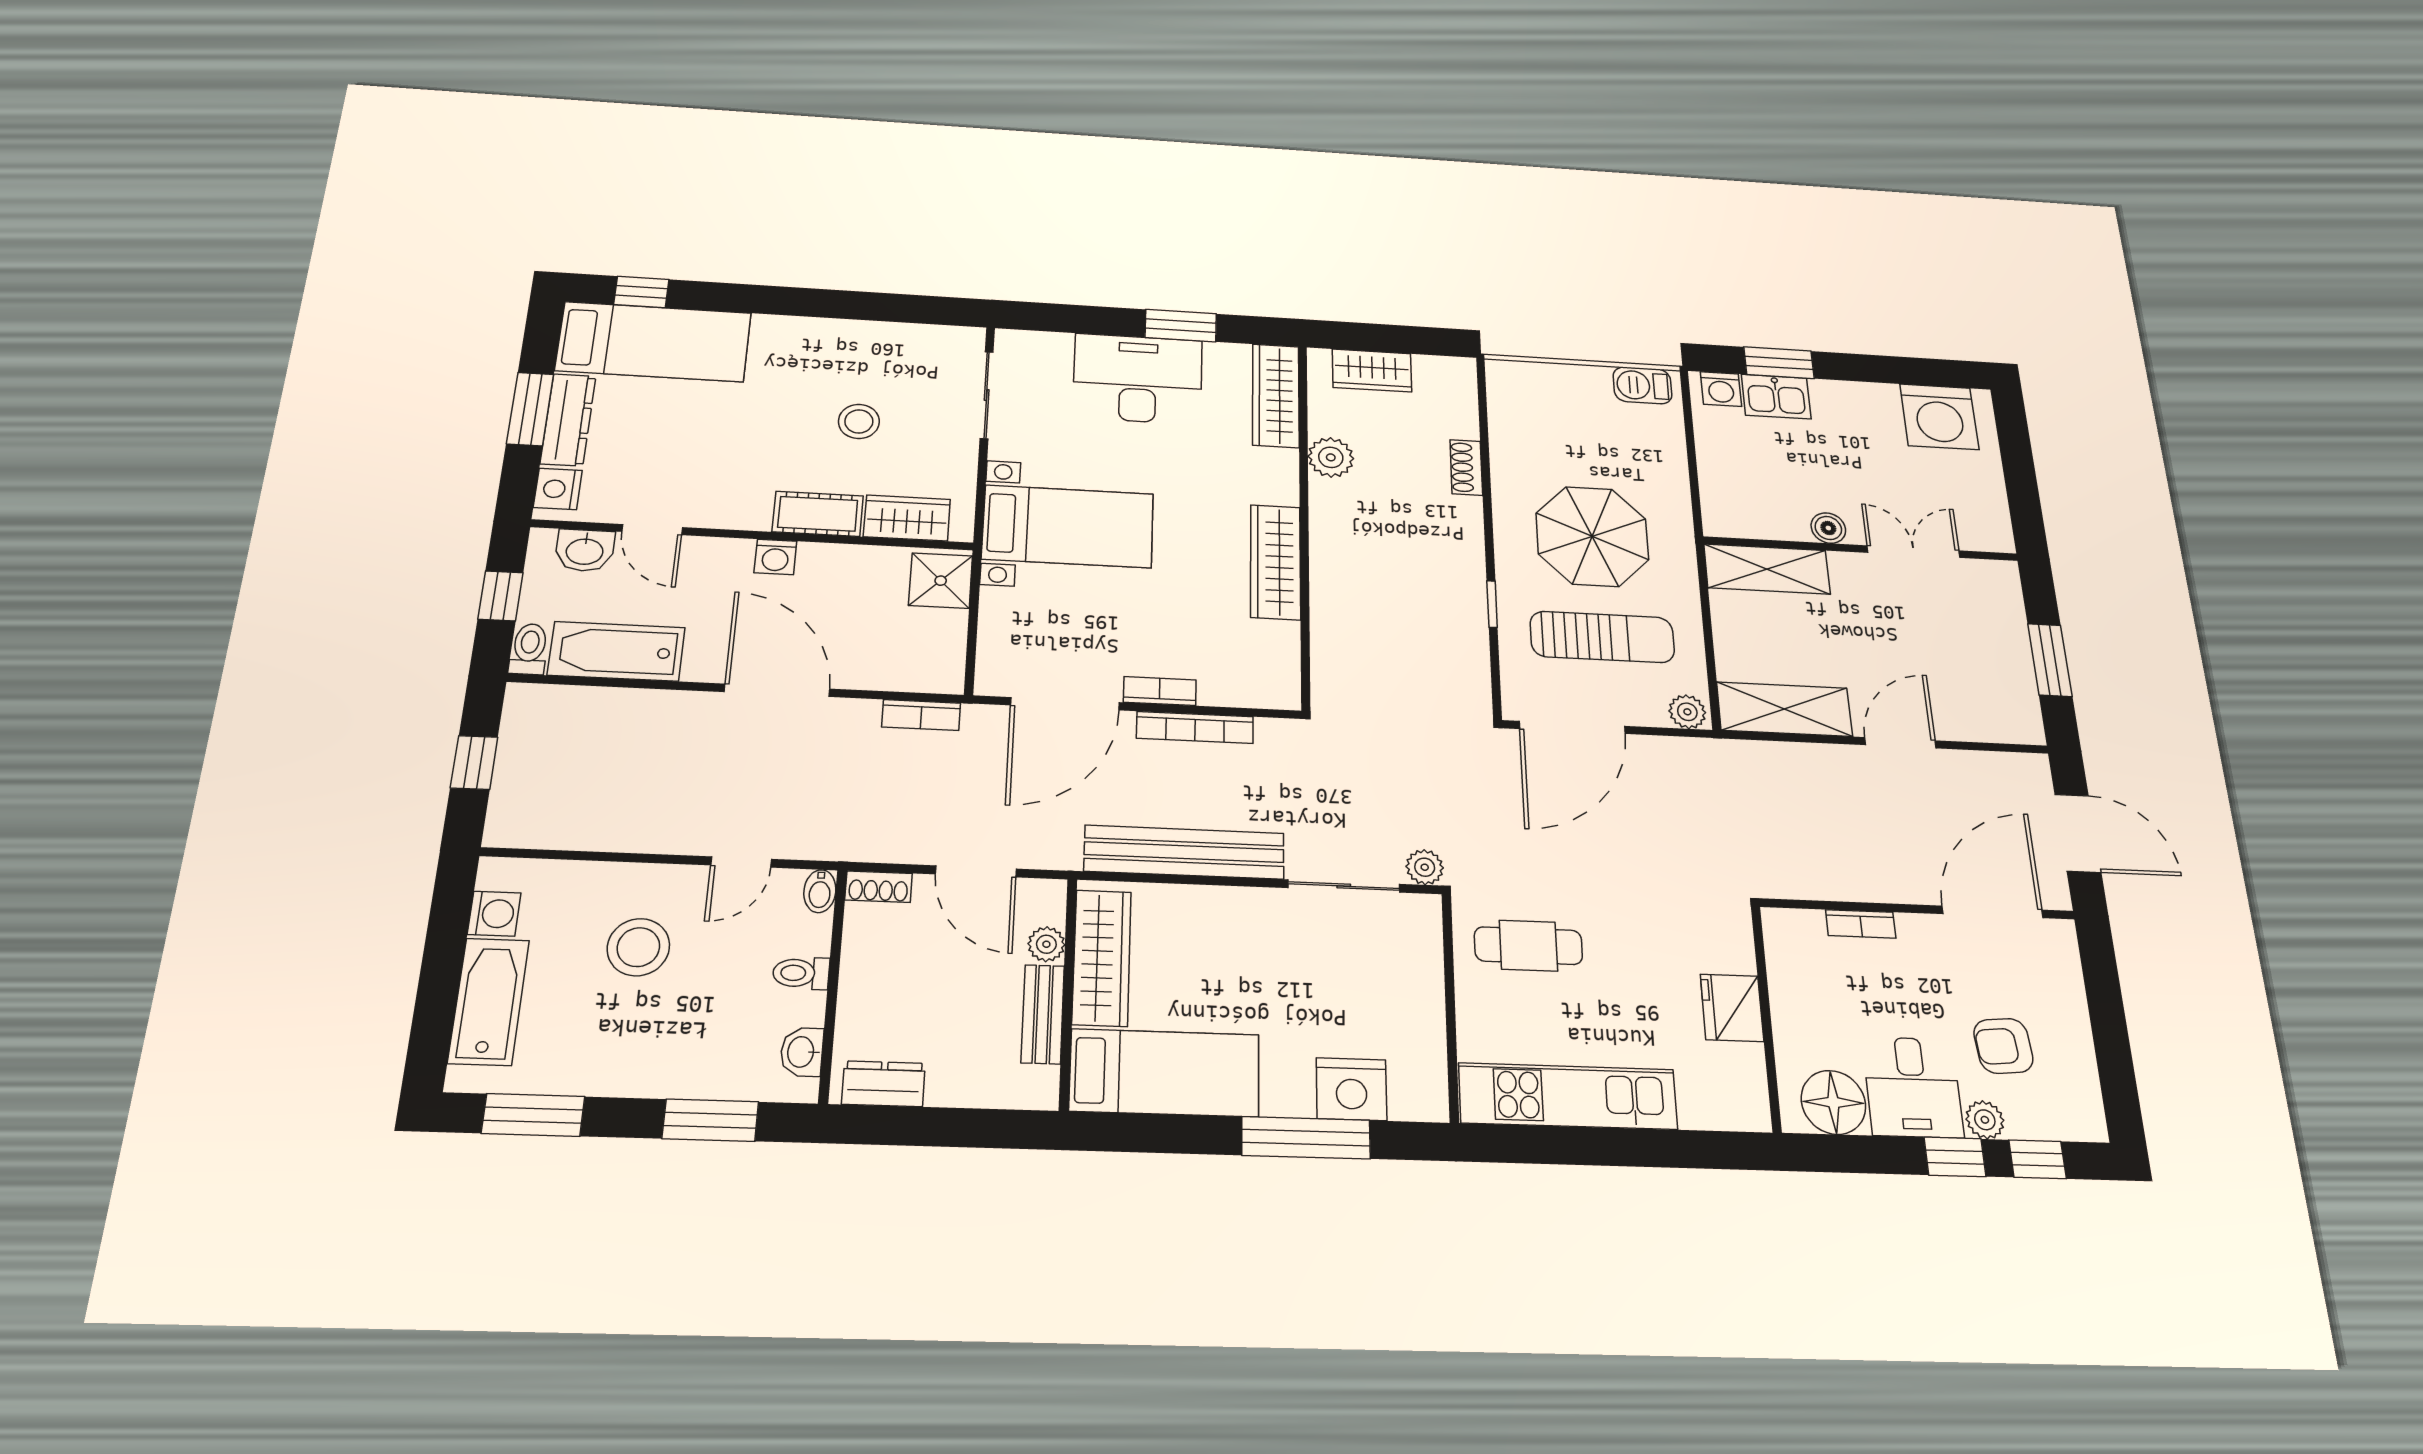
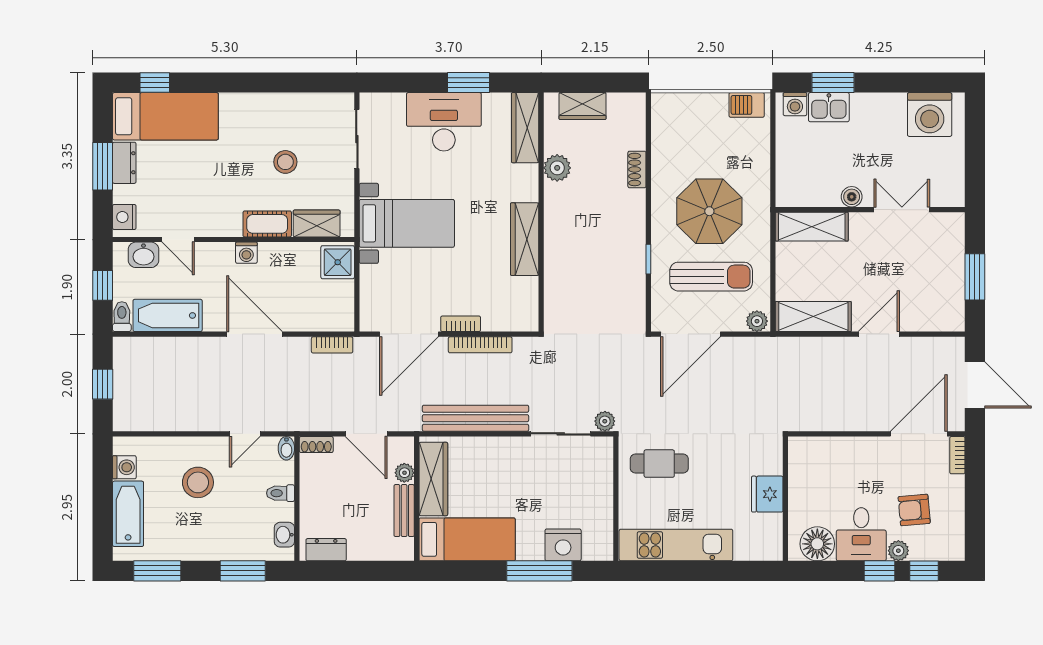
dresser: (568, 420) -> (124, 163), width x0.70
bookcase: (1861, 924) -> (957, 455), moved, turned 90

